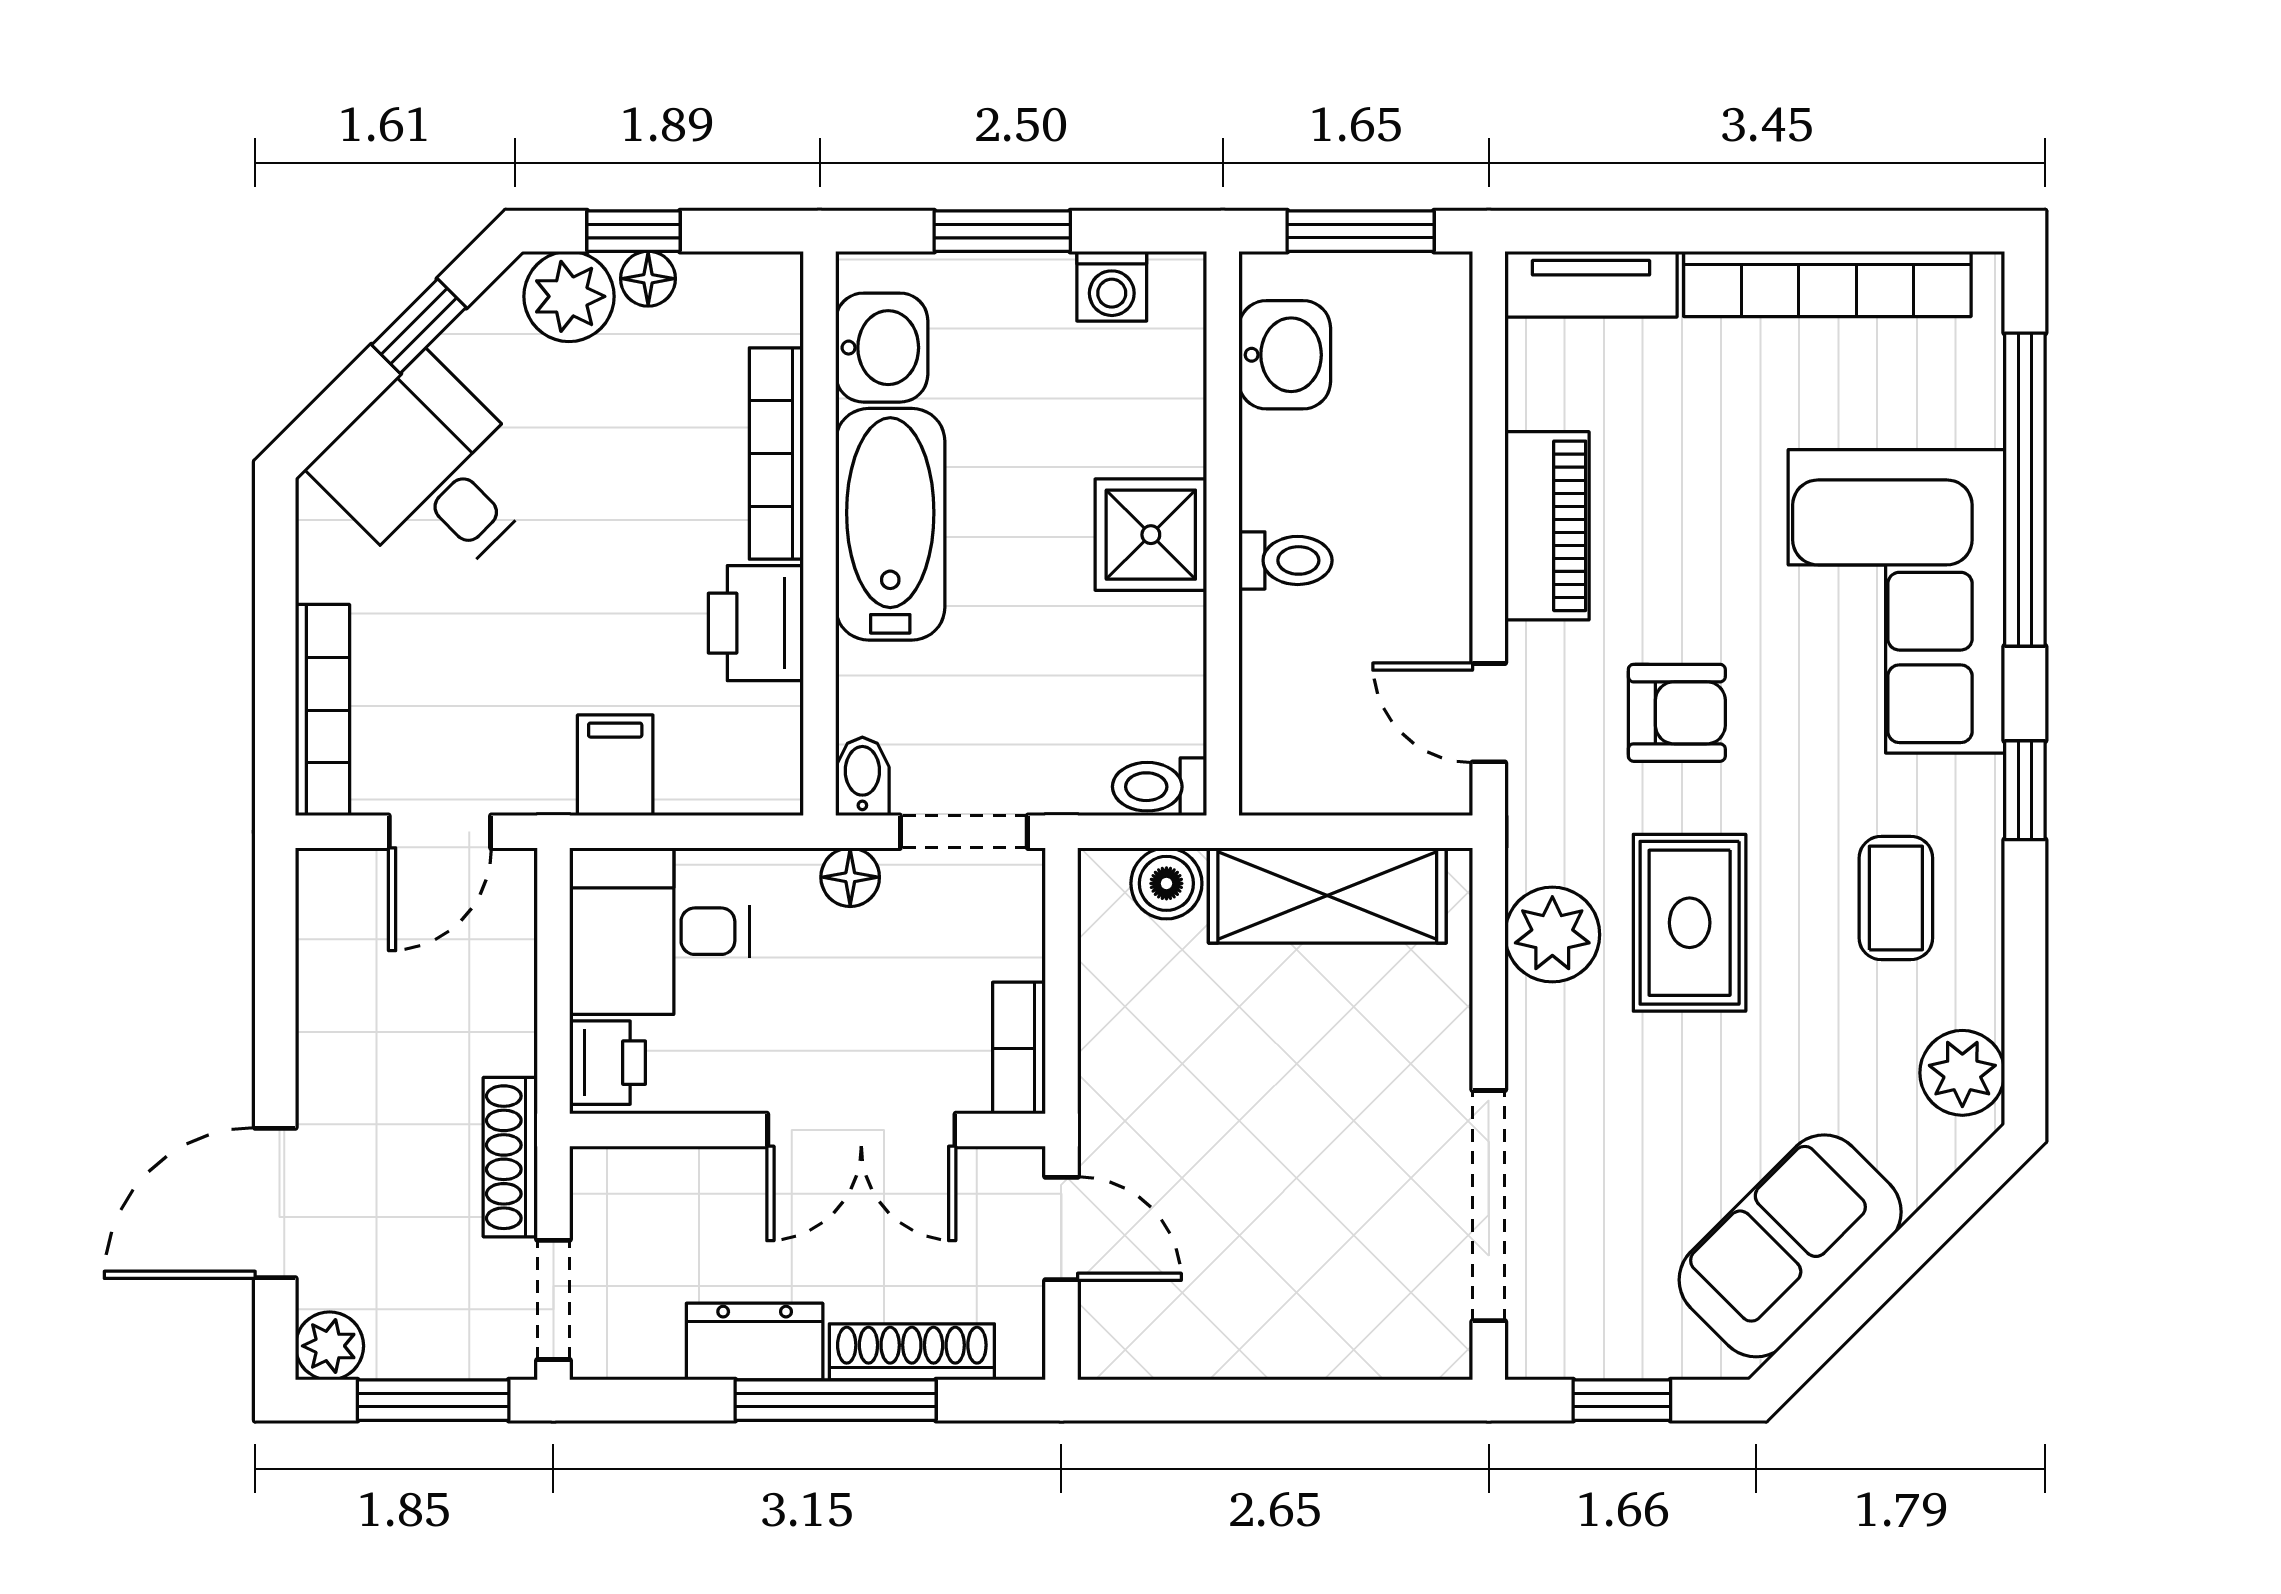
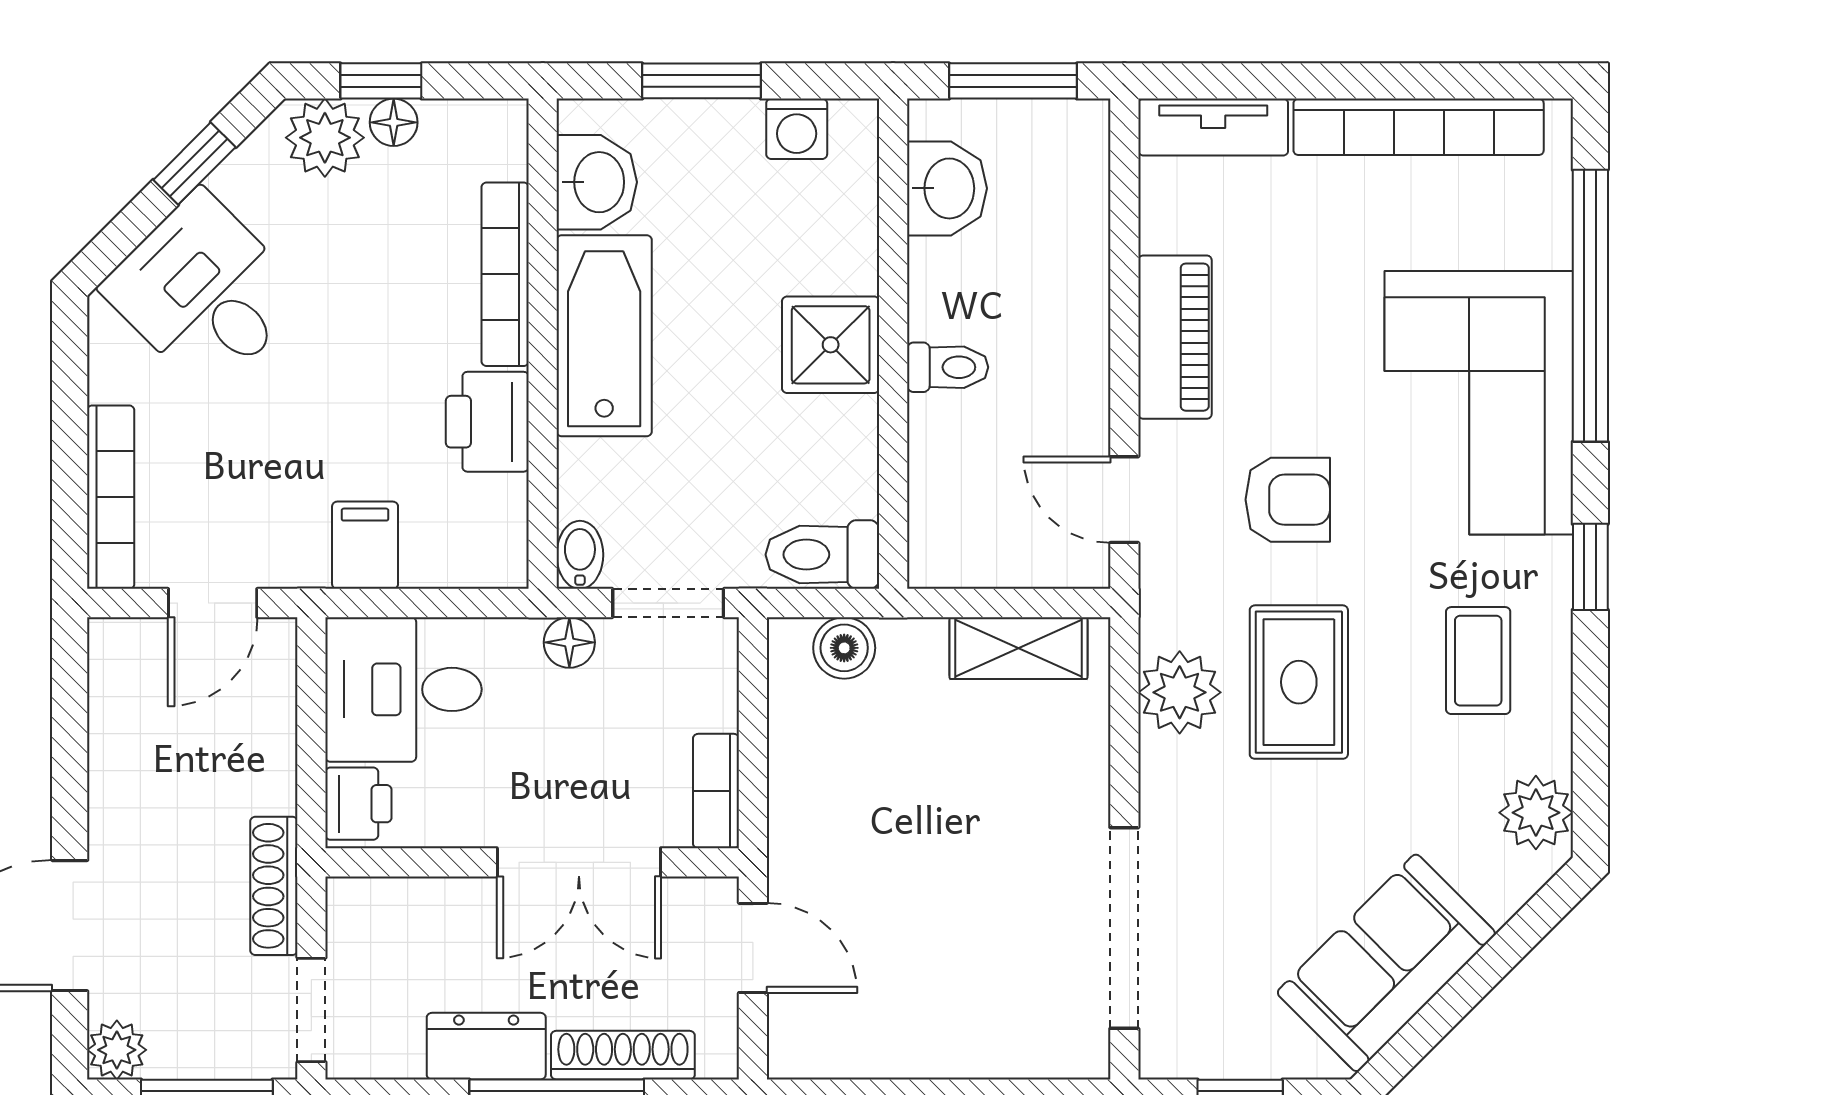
toilet: (1159, 787) -> (822, 555), width x1.37, depth x1.39
shelving: (1327, 895) -> (1018, 648), width x0.67, depth x0.75

